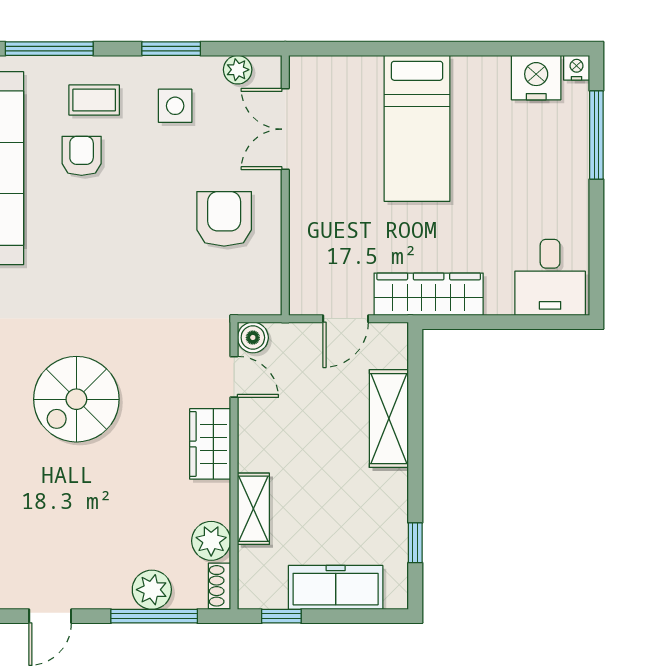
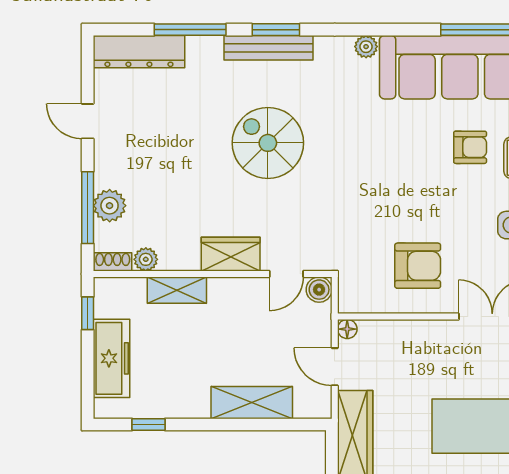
floor lamp: (300, 304) -> (347, 329), added
plant: (211, 541) -> (146, 259), width x0.73, depth x0.73

